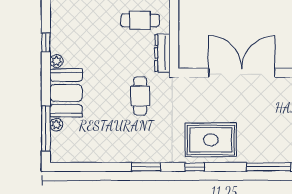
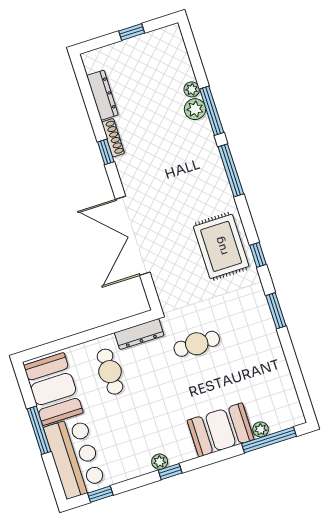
plant: (56, 61) -> (160, 462), moved

